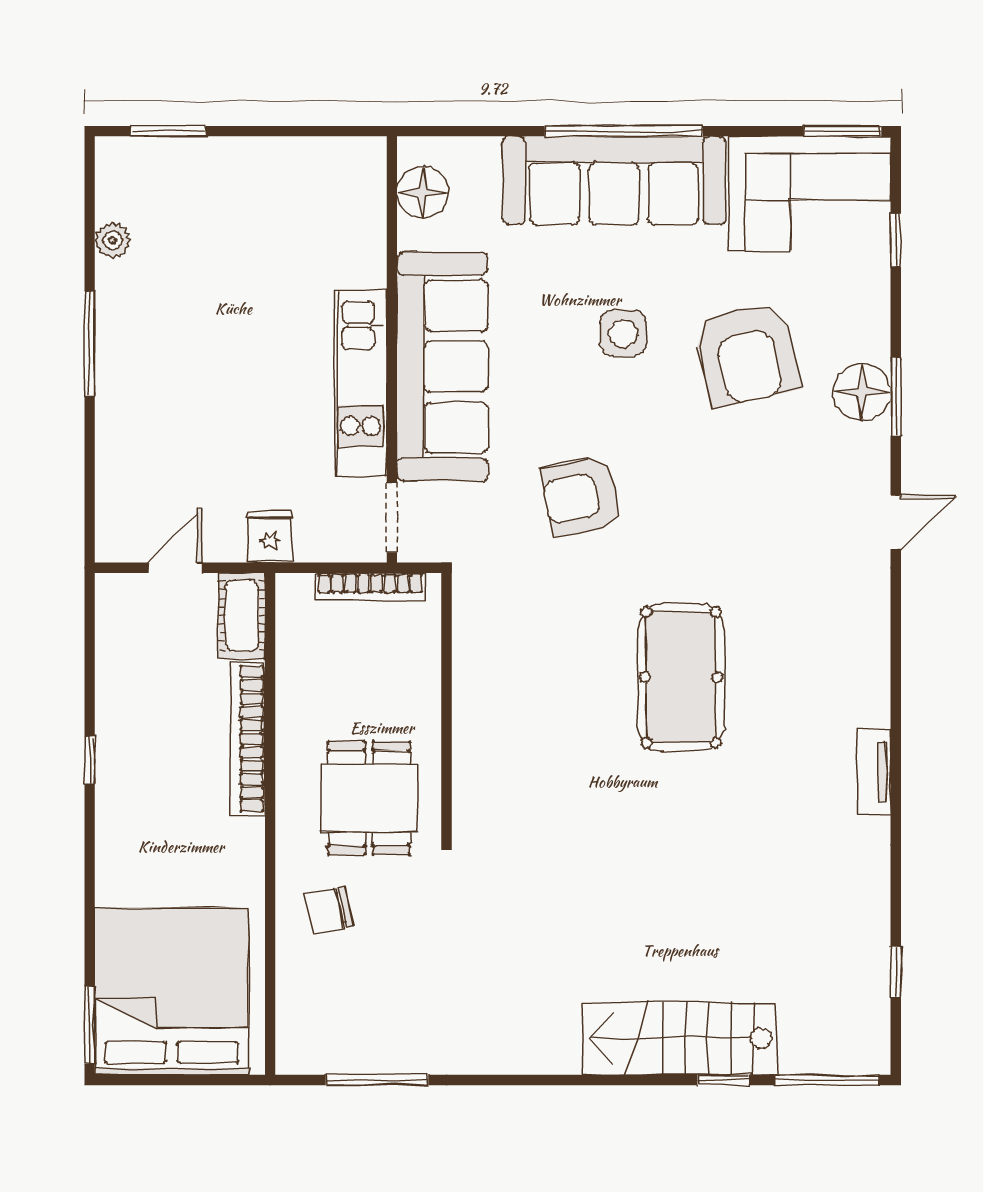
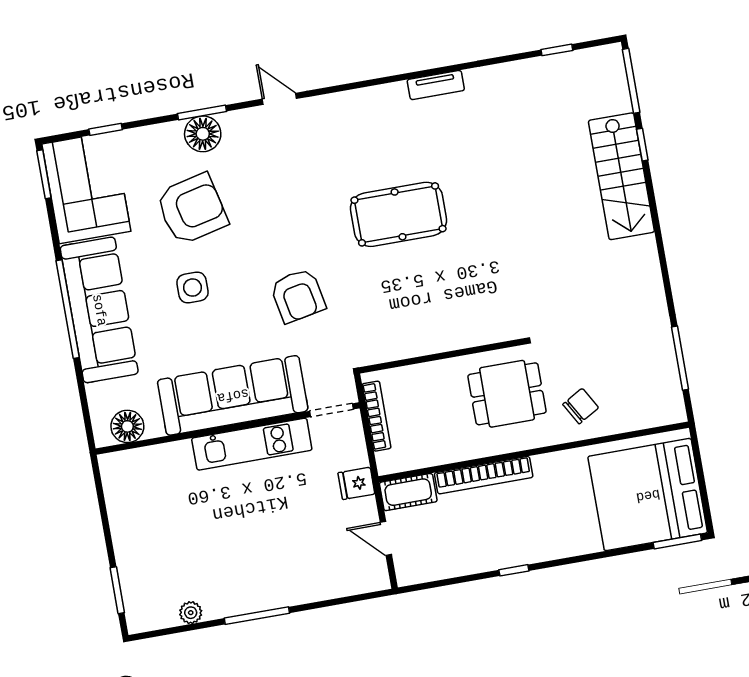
chair: (329, 911) -> (581, 406), turned -108

